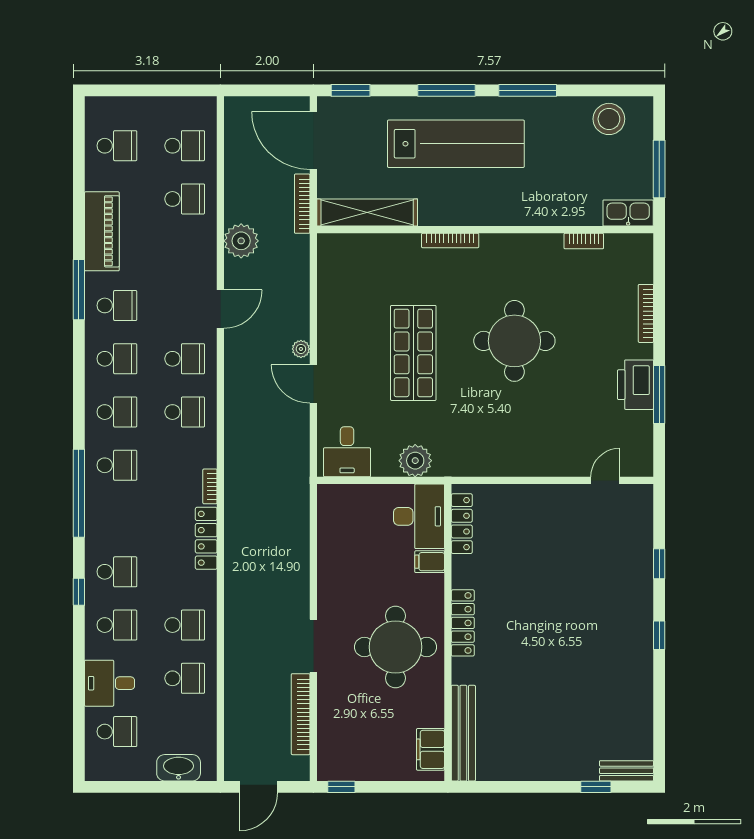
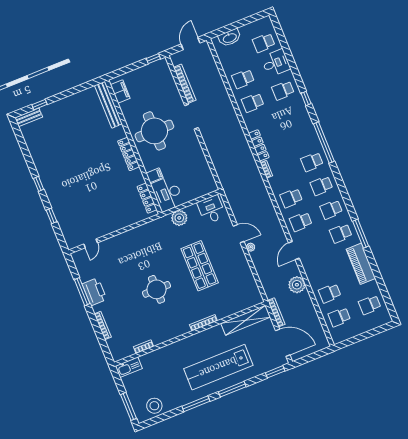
window: (659, 169) -> (128, 406), moved
round table: (514, 341) -> (157, 289), width x0.73, depth x0.73
school desk: (117, 572) -> (293, 114), removed

